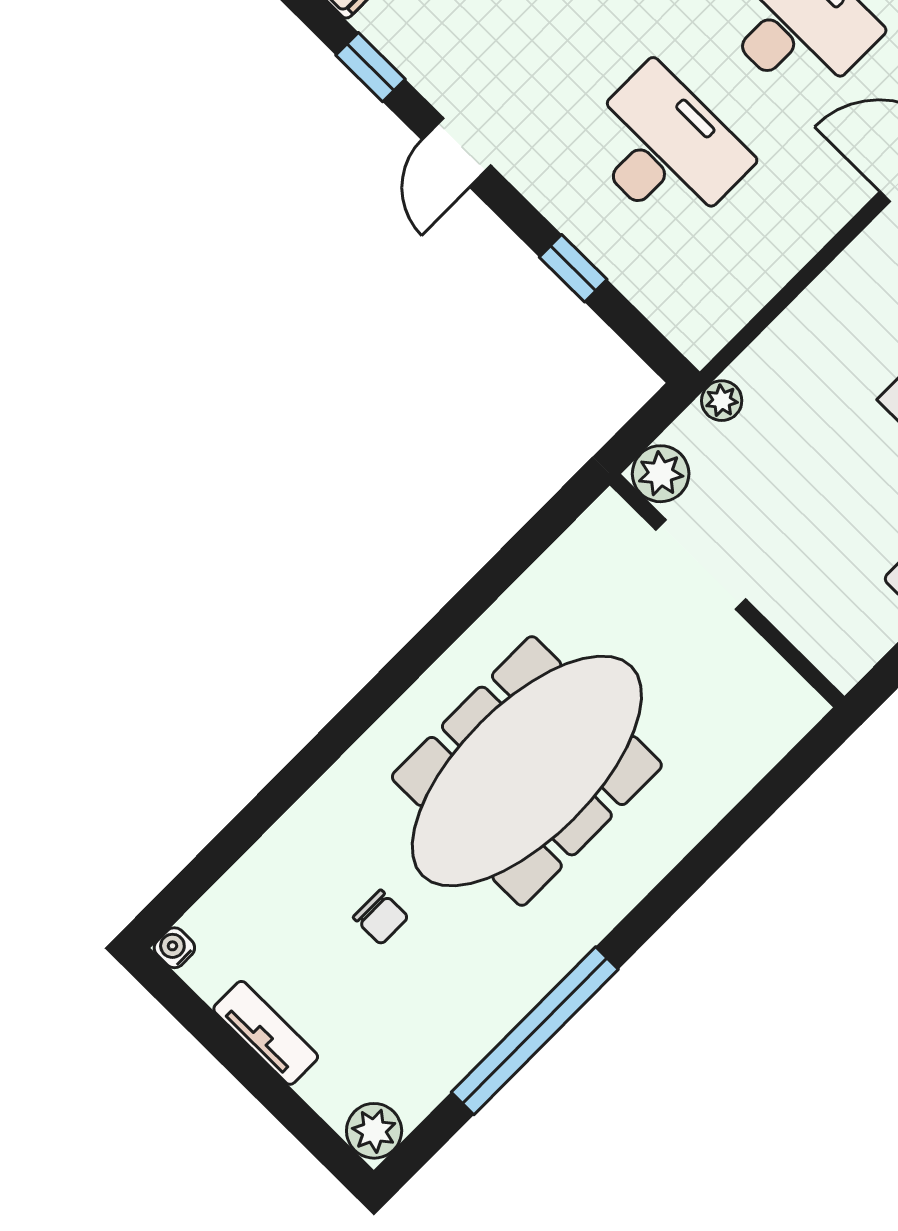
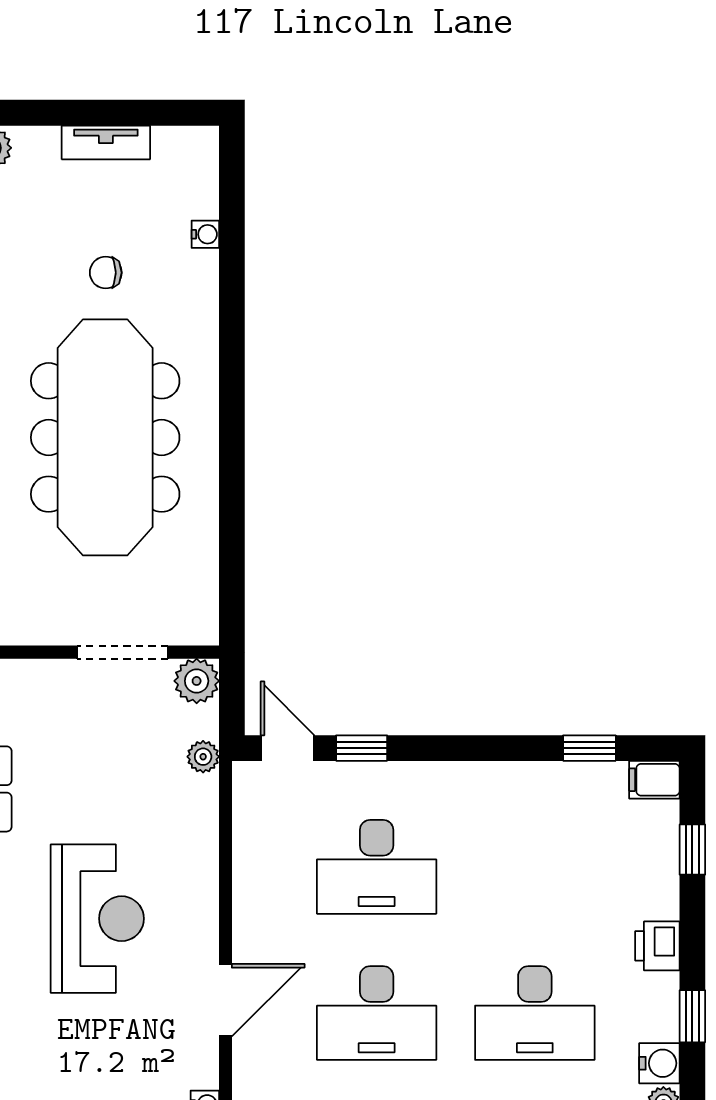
door: (457, 153) -> (287, 748), moved
water cooler: (174, 948) -> (205, 234), moved

